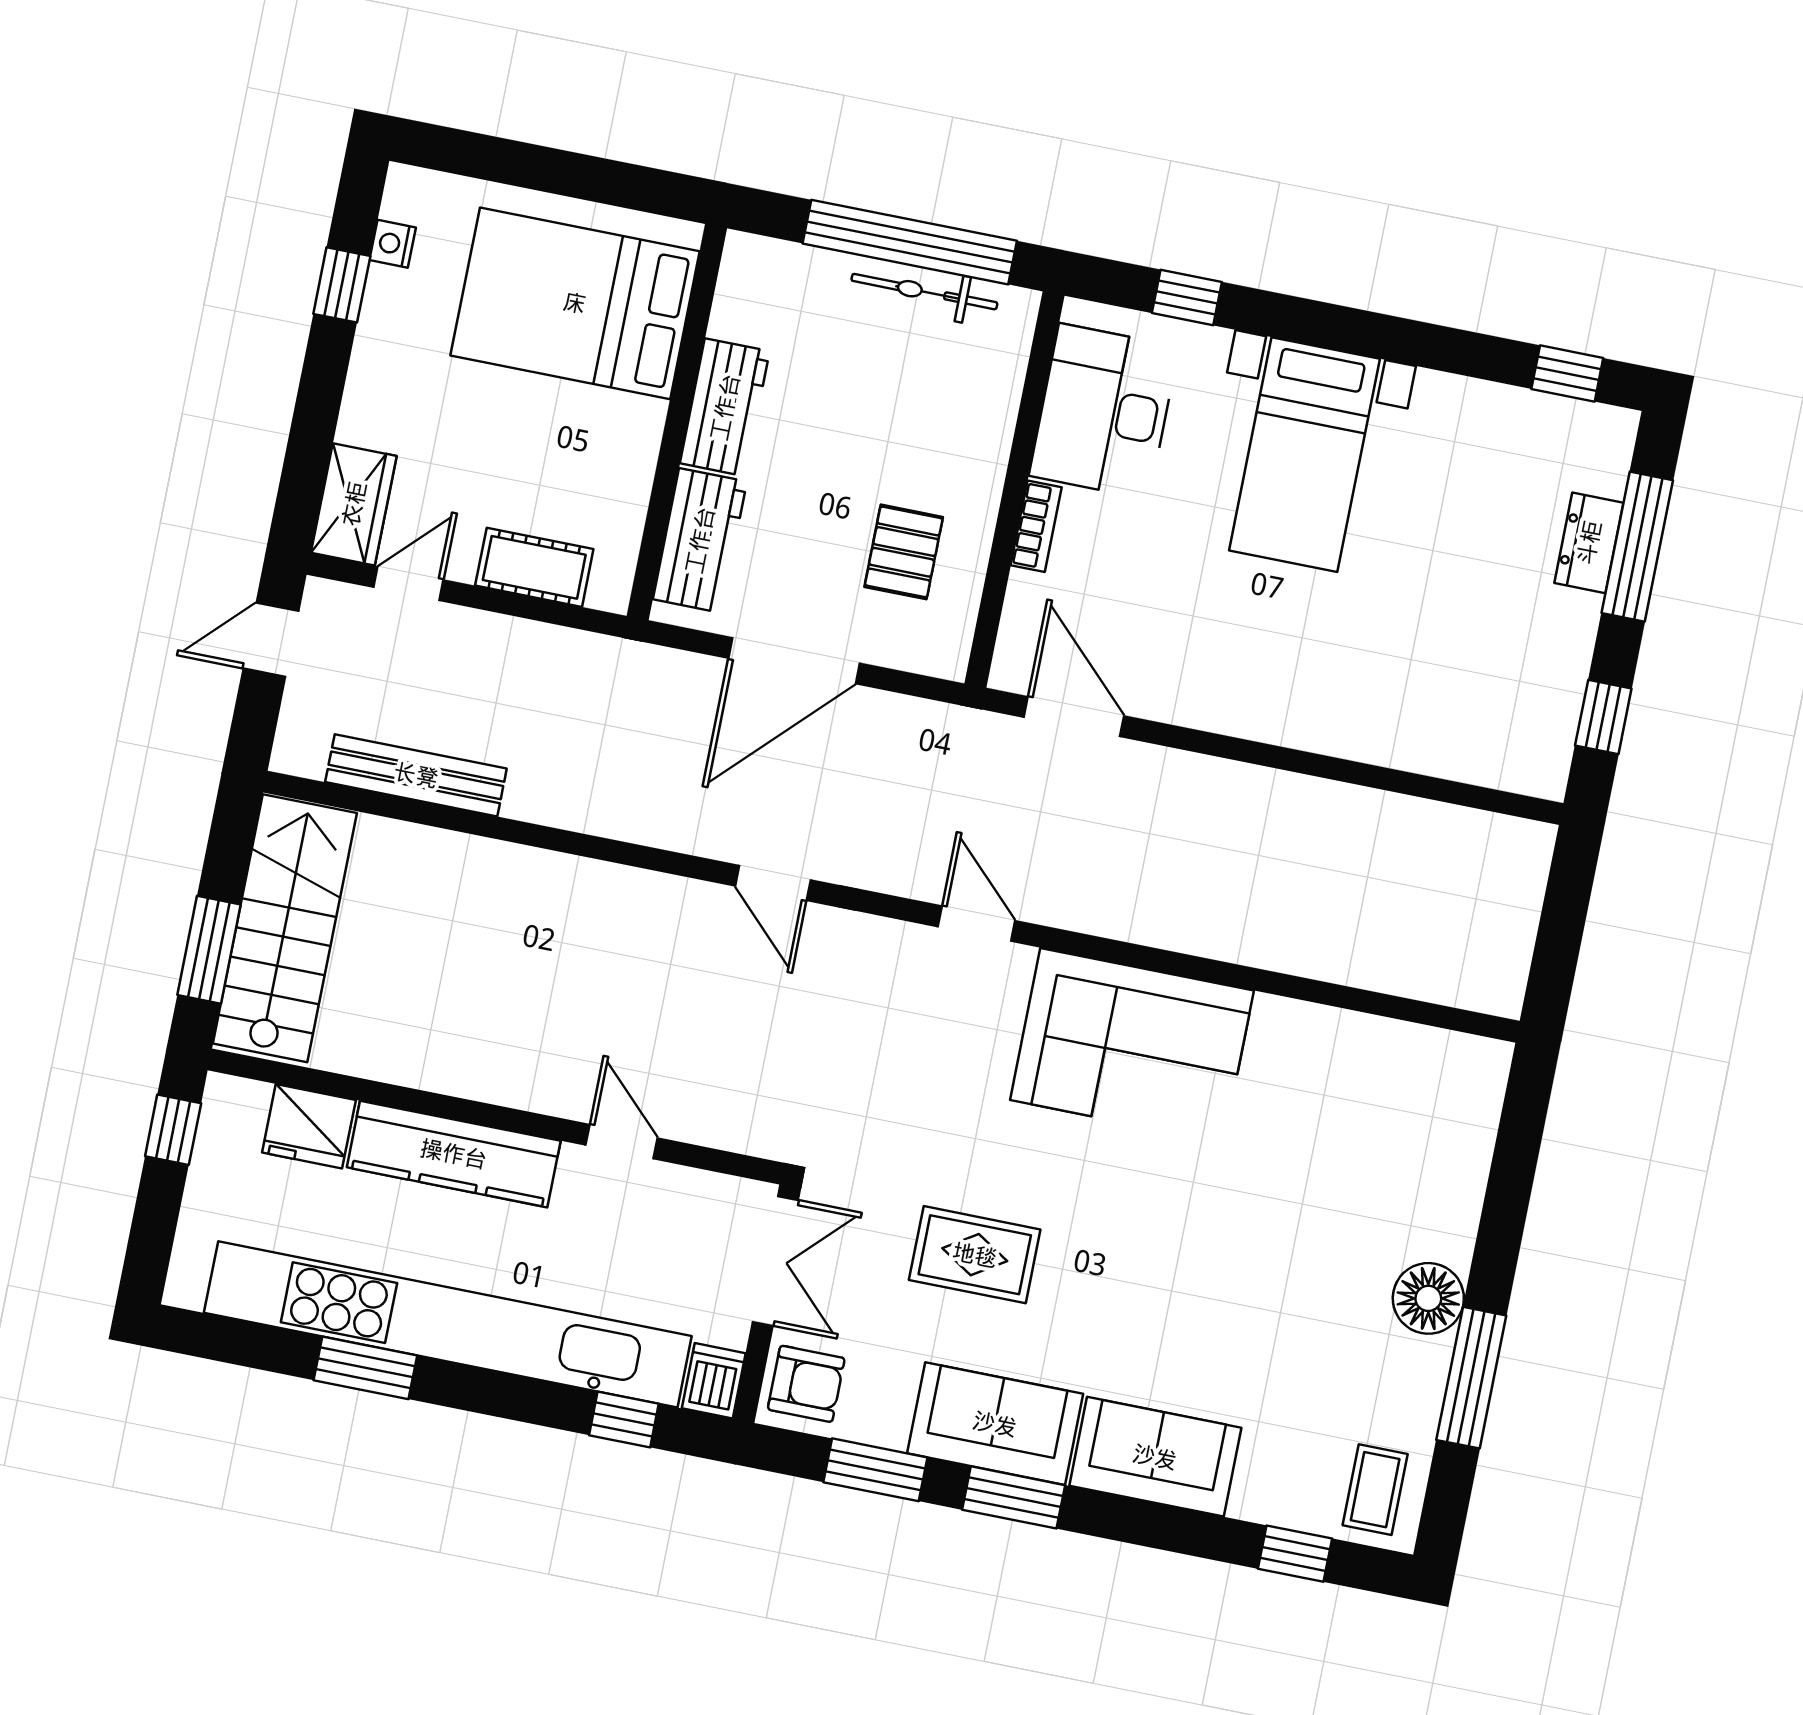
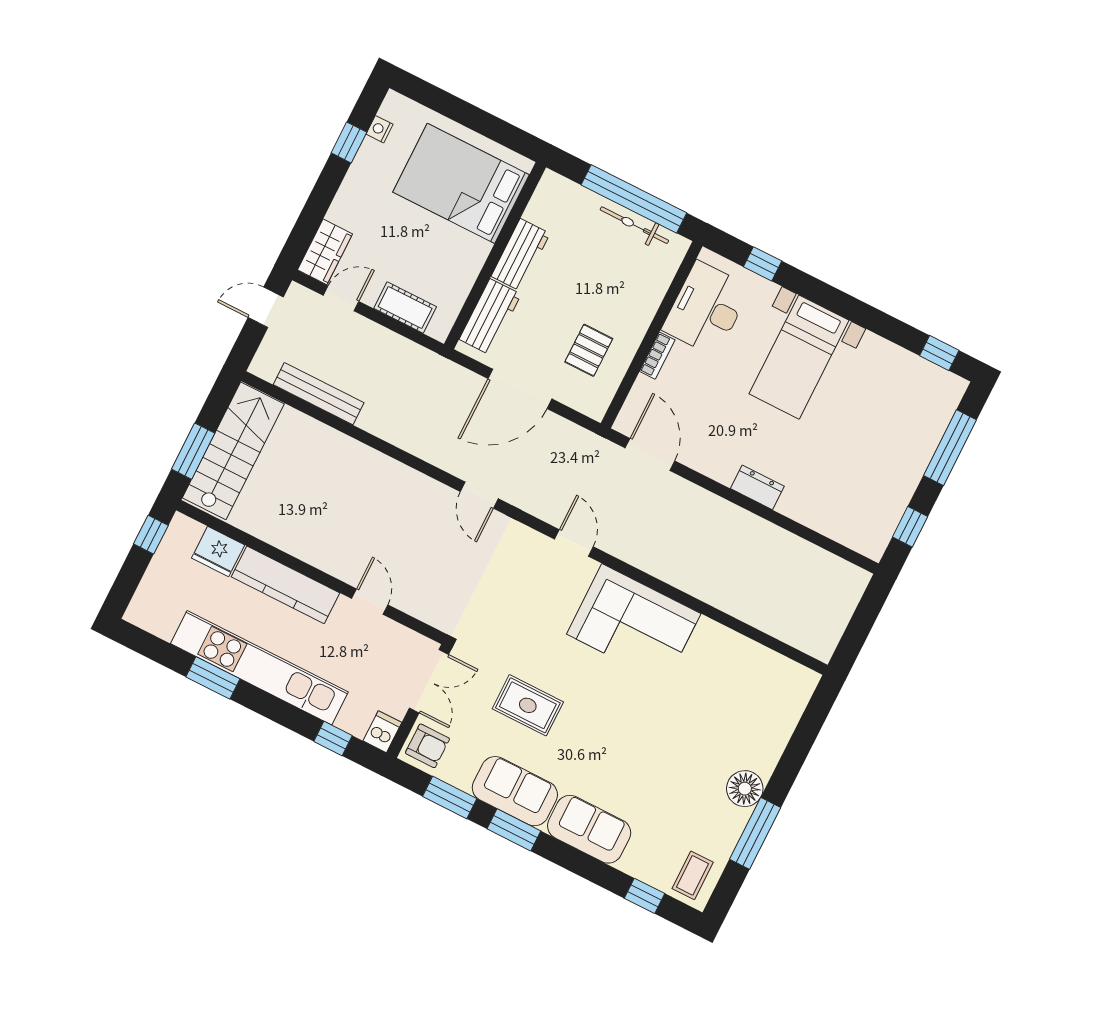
dresser: (1589, 543) -> (757, 487), moved, turned 90
kitchen unit: (448, 1324) -> (259, 668), width x0.73

